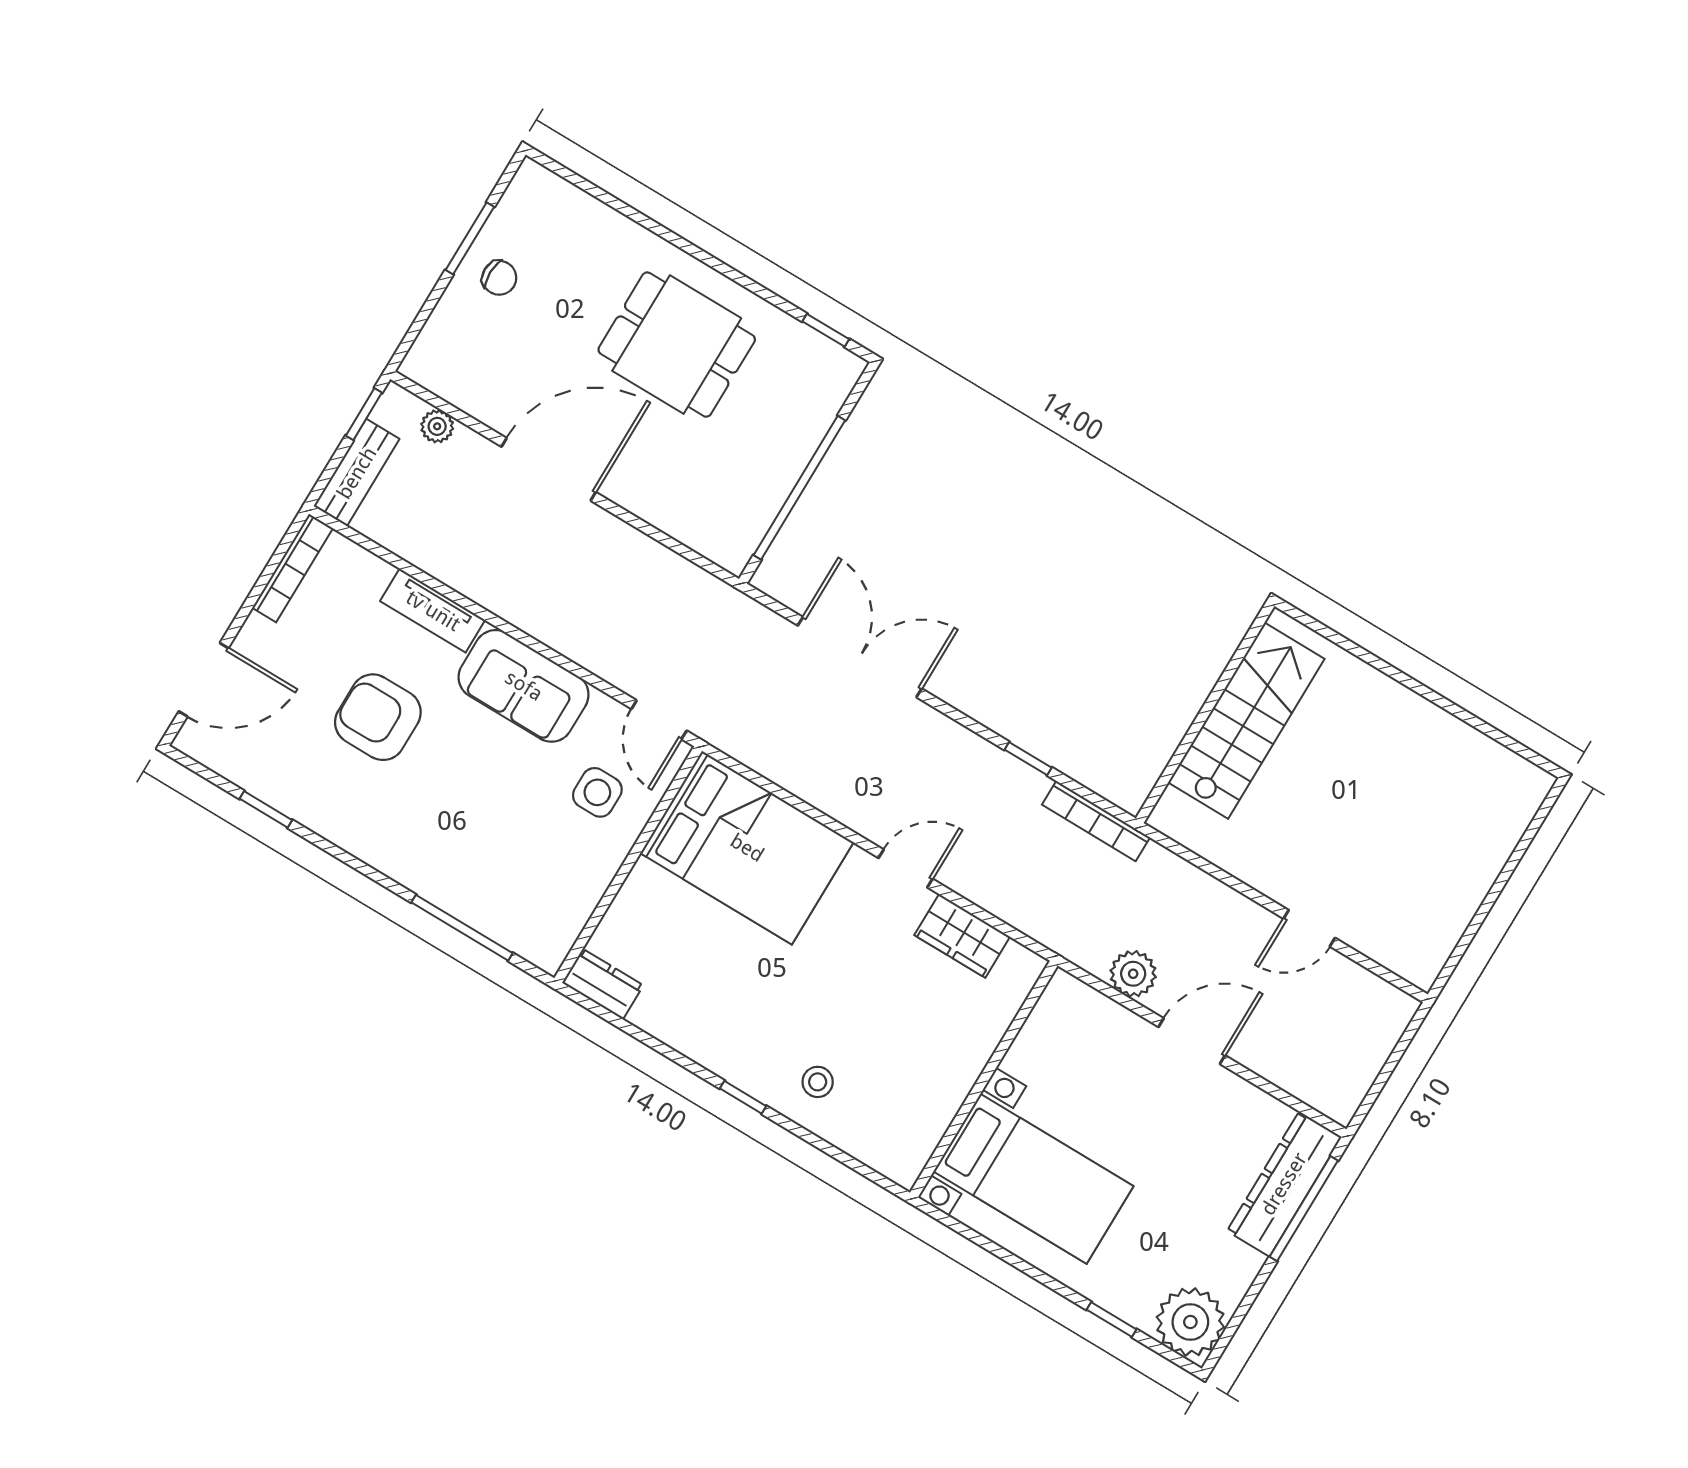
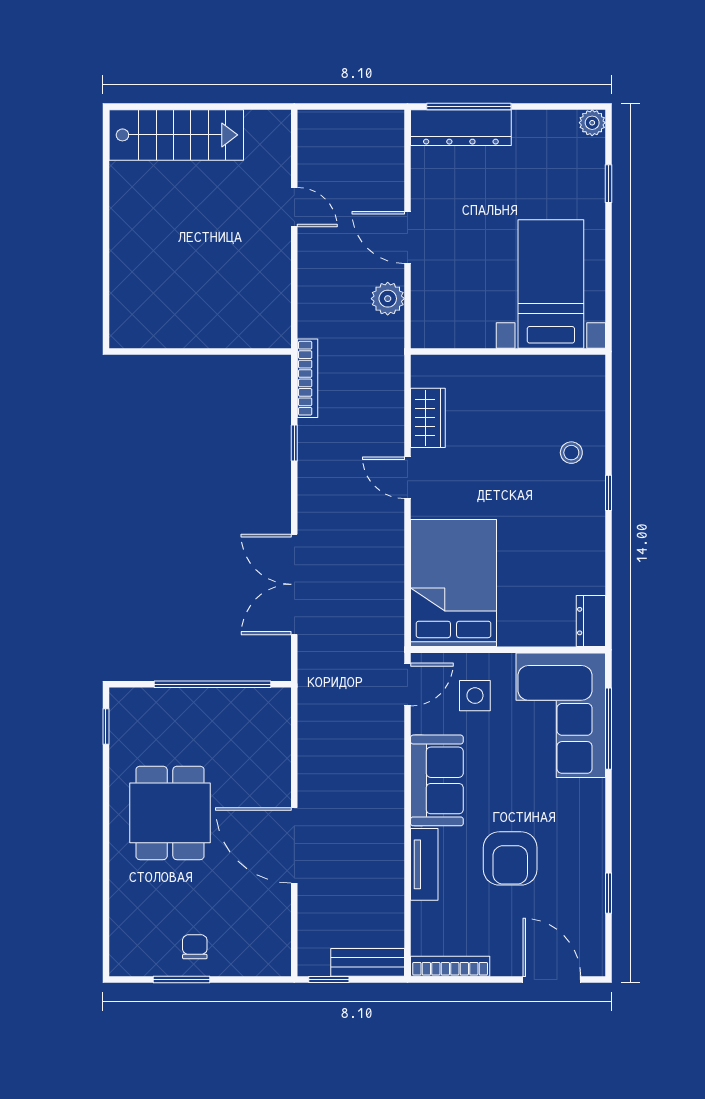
plant: (437, 426) -> (309, 930), removed
stairs: (1246, 721) -> (176, 135), moved, turned 180
corner sofa: (512, 880) -> (561, 715), added
plant: (1190, 1322) -> (592, 123), width x0.53, depth x0.53

